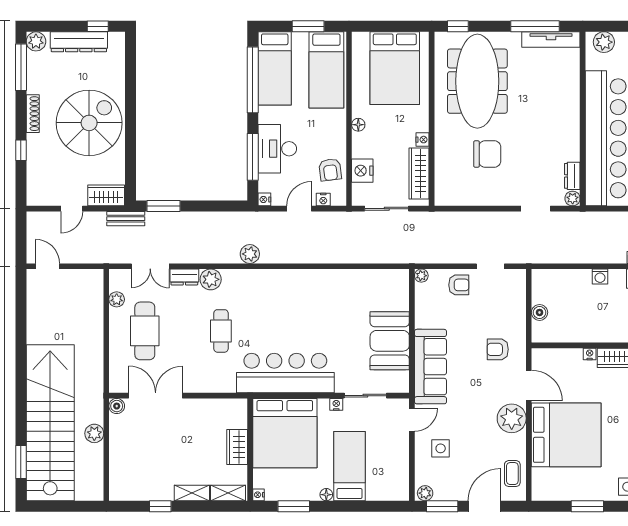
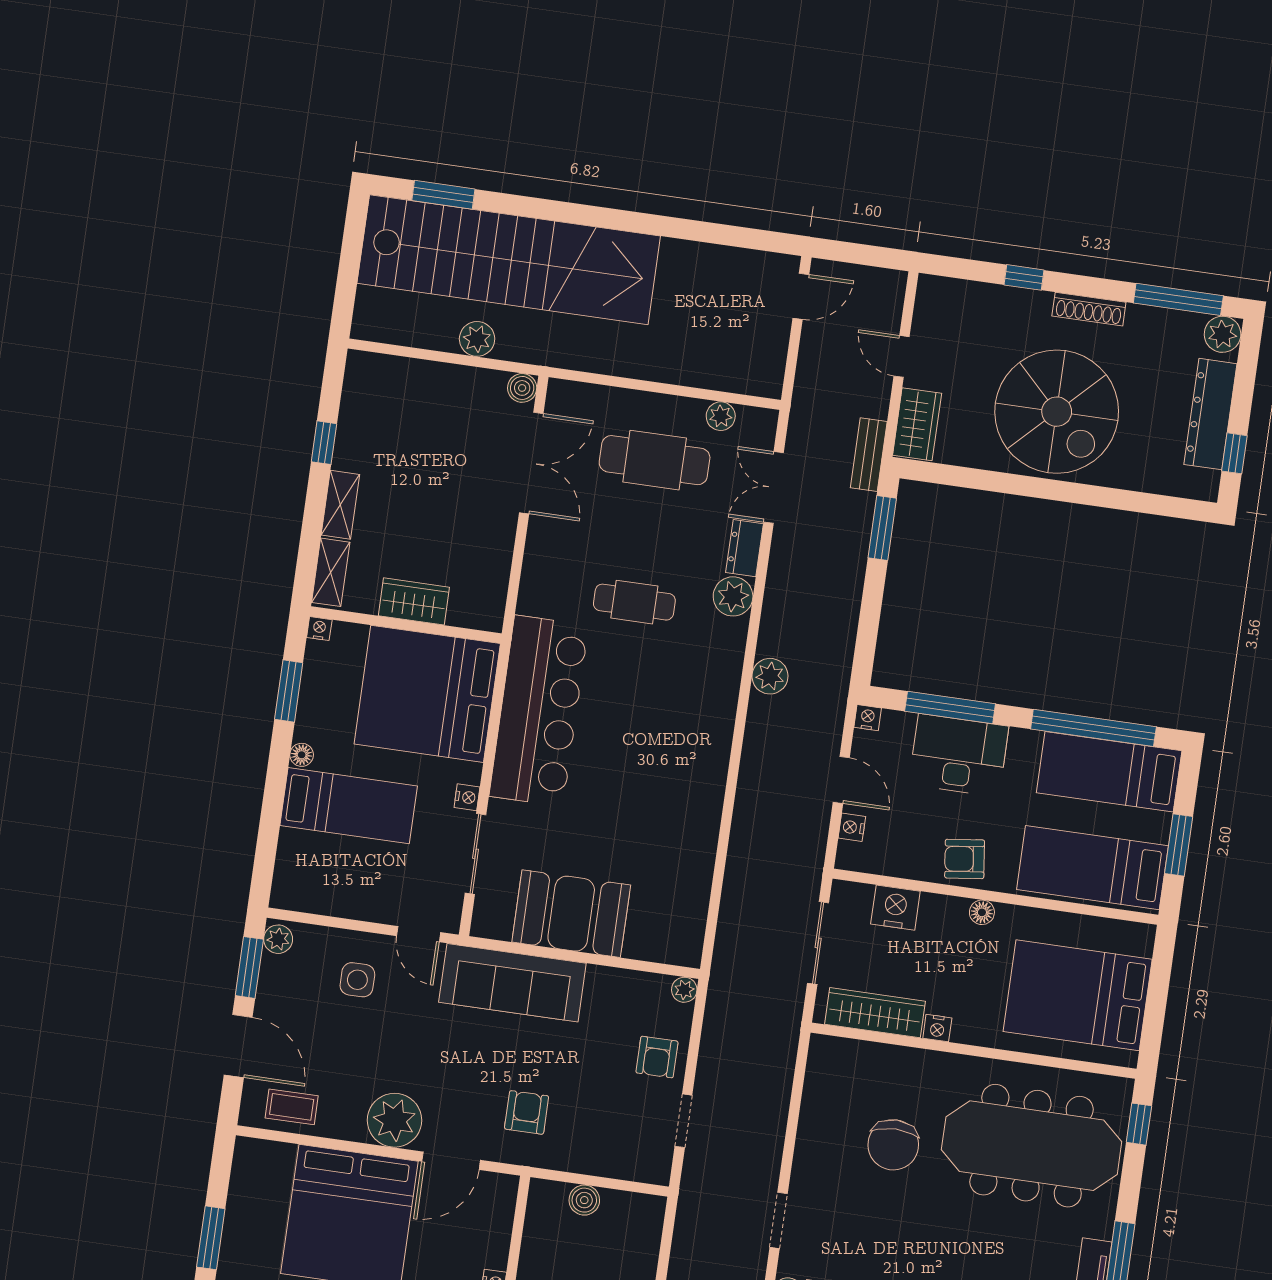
armchair: (330, 170) -> (965, 859), moved

